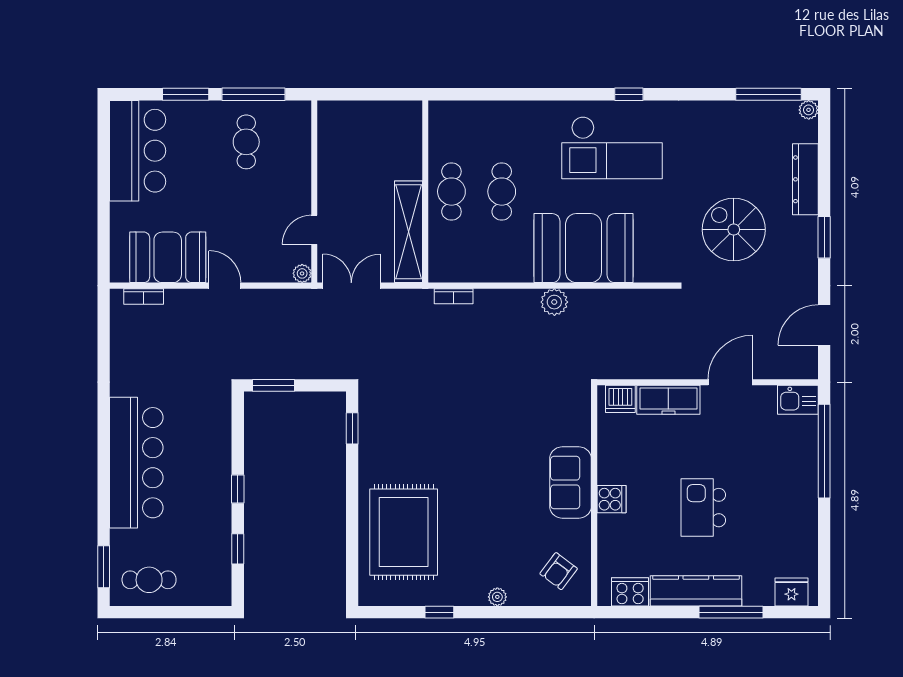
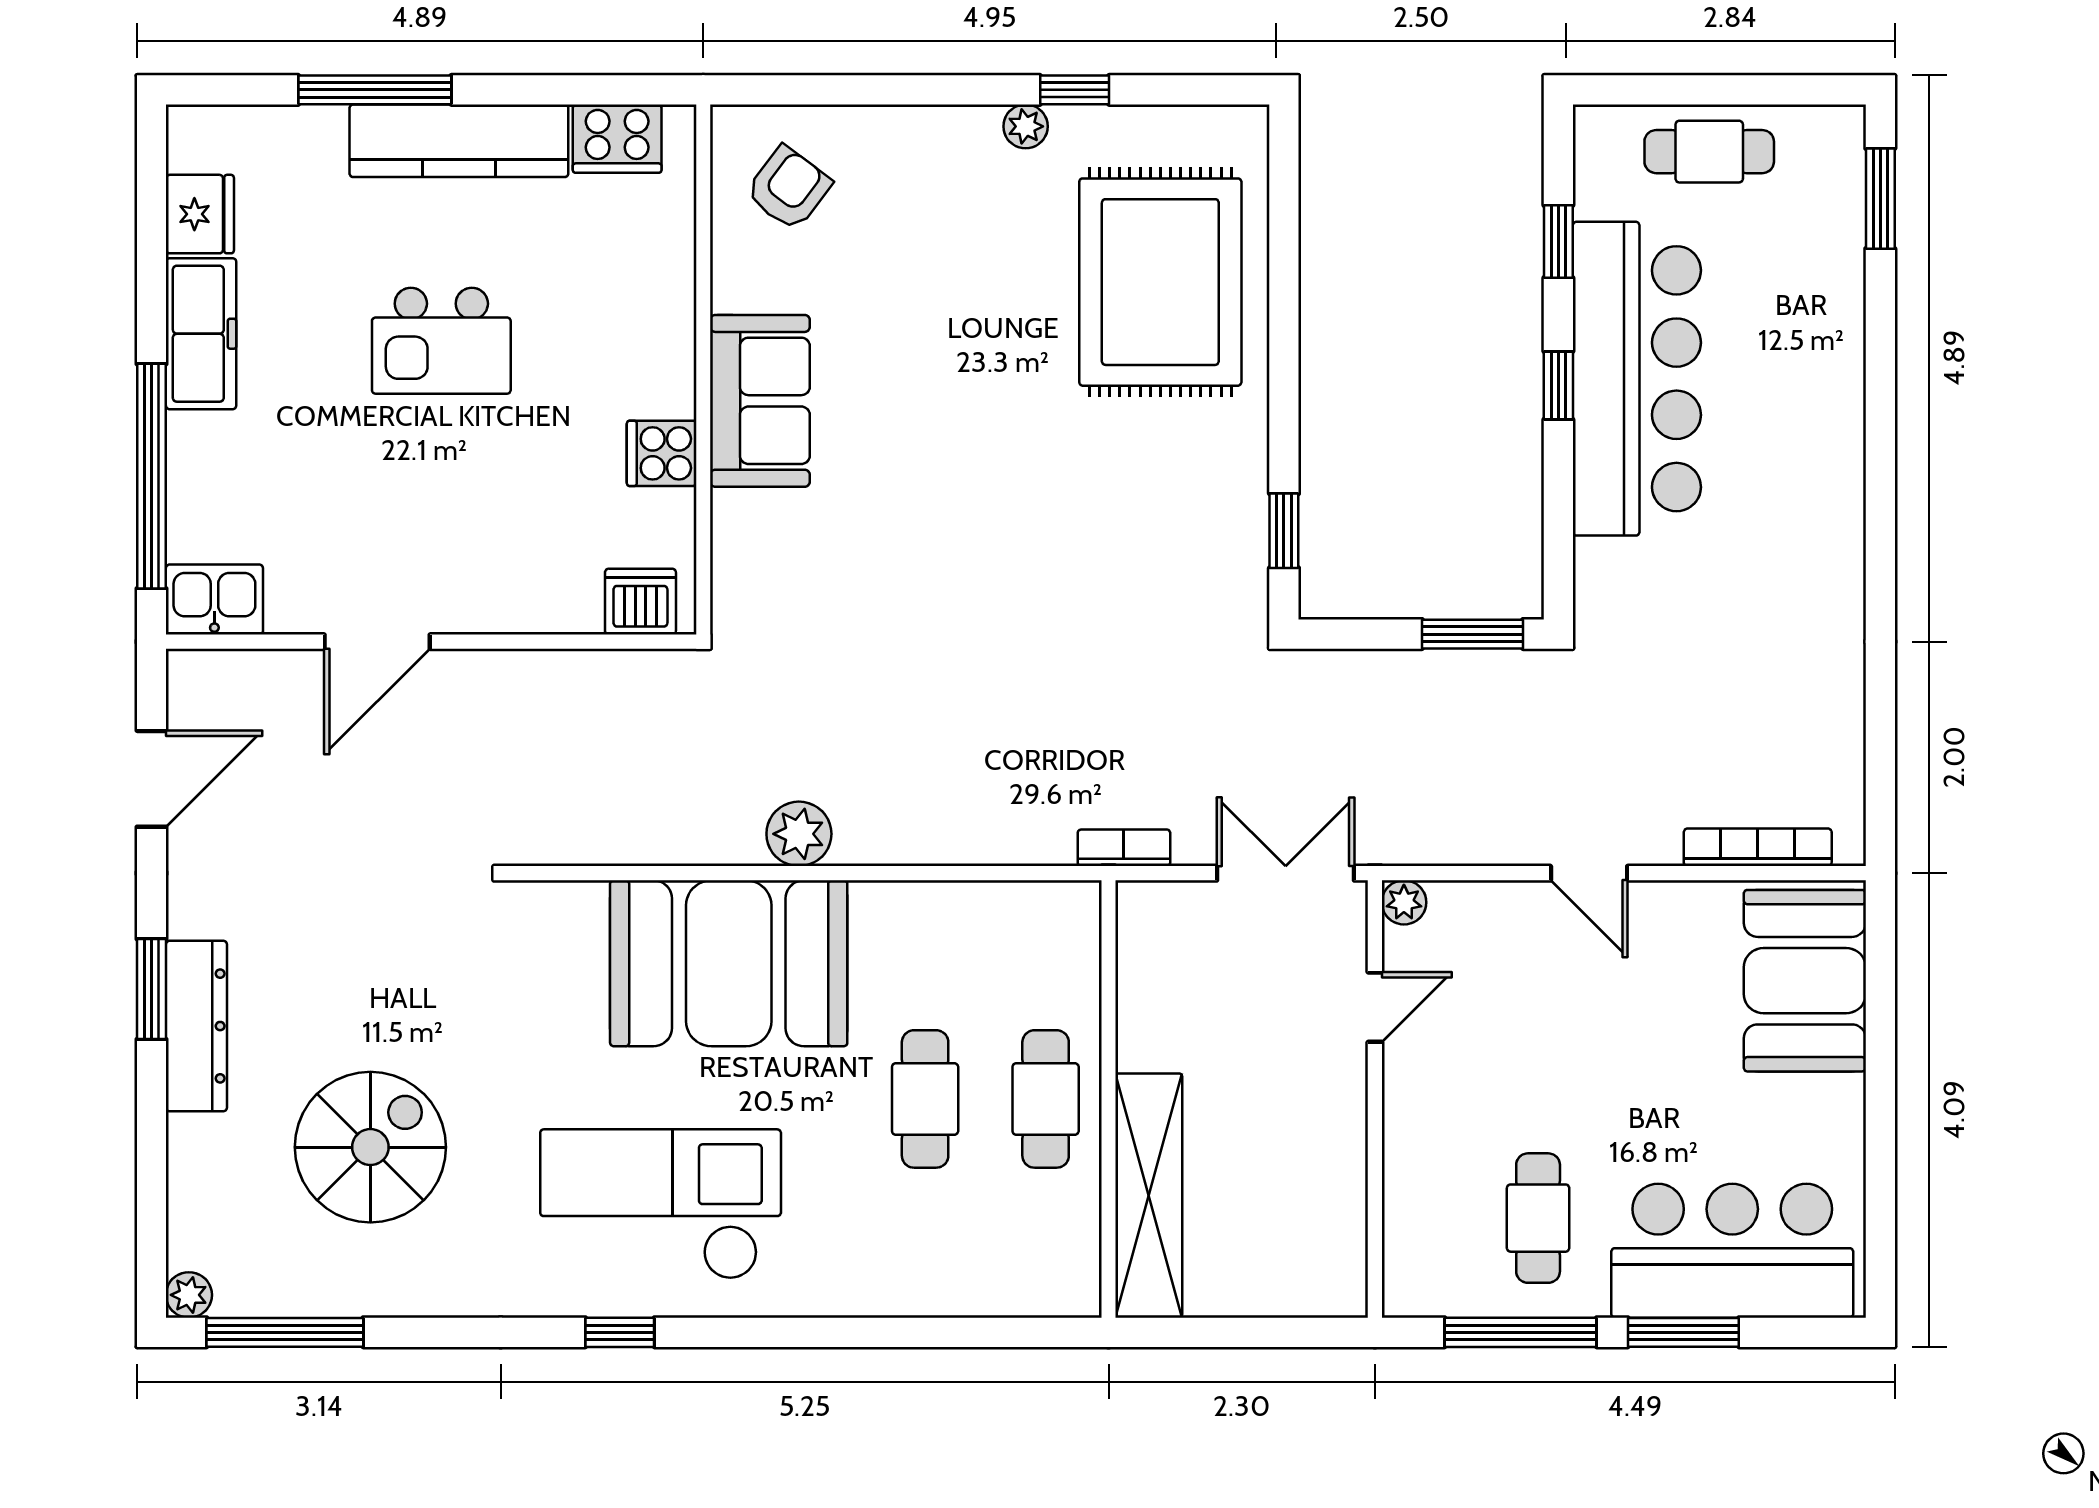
bar counter: (138, 151) -> (1732, 1251), moved, turned 90
dresser: (805, 179) -> (196, 1026), moved
spiral stairs: (734, 230) -> (370, 1147), moved, turned -90
shelving: (408, 232) -> (1149, 1196), moved
booth: (168, 257) -> (1805, 981), moved, turned 90
double door: (351, 286) -> (1286, 873), swing flipped
bookcase: (144, 296) -> (1758, 847), width x1.56
bookcase: (454, 296) -> (1124, 848), moved
freezer: (668, 400) -> (201, 334), moved, turned 90
bar counter: (136, 463) -> (1637, 379), moved, turned 180
cooker: (611, 499) -> (662, 453), moved
kitchen island: (703, 508) -> (441, 341), turned 90
cafe table: (149, 580) -> (1709, 152), moved
fridge: (791, 592) -> (200, 214), moved, turned -90
plant: (497, 597) -> (1026, 126), moved

